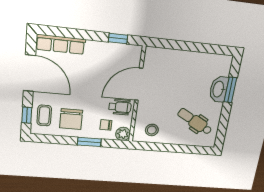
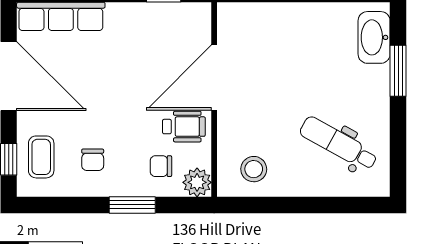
washbasin: (219, 89) -> (374, 37), moved
chair: (71, 119) -> (93, 160), width x0.54, depth x0.54

